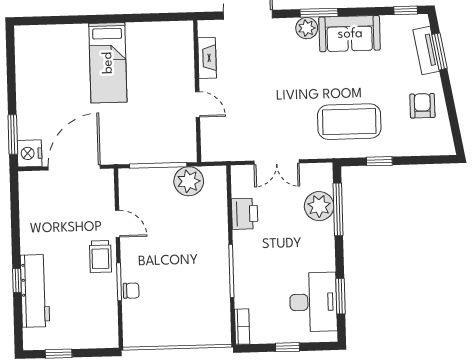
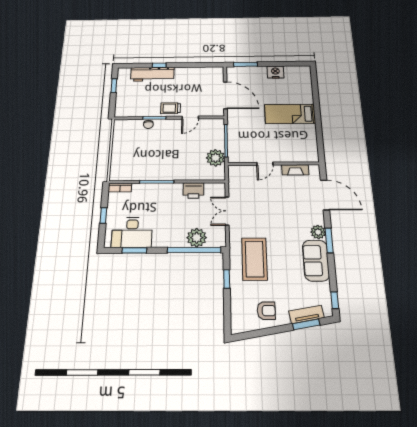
nightstand: (30, 153) -> (275, 72), moved
window: (338, 209) -> (194, 250), width x1.46

